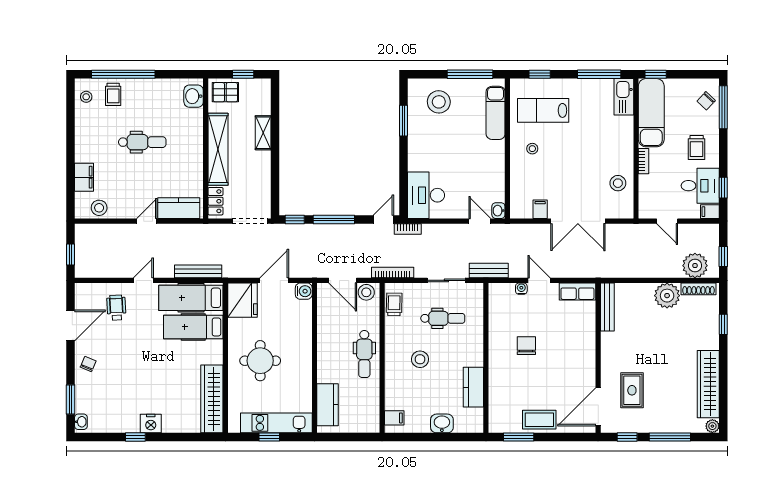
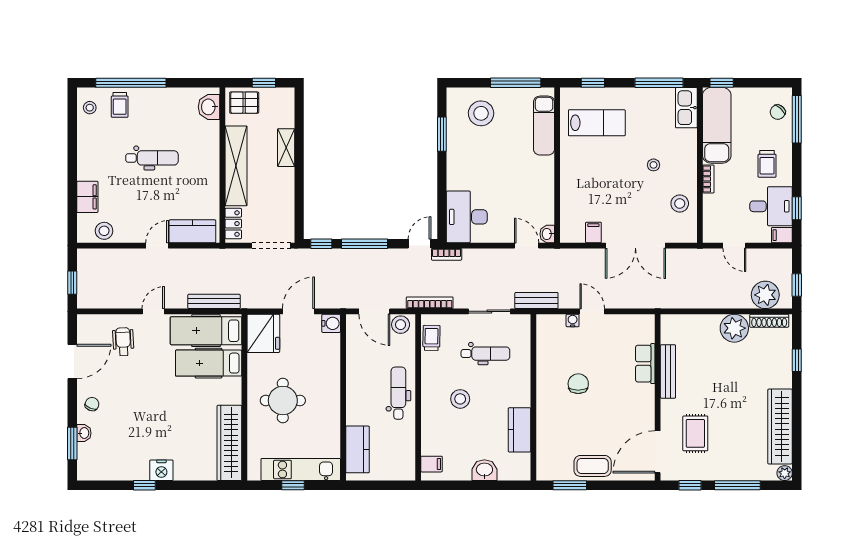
lab bench: (543, 110) -> (597, 123), turned 180
stool: (532, 149) -> (653, 165), moved
row of seats: (577, 292) -> (645, 364), moved, turned 90
bench: (607, 307) -> (668, 371), moved
dental chair: (364, 354) -> (398, 393), turned 180
washbasin: (81, 422) -> (84, 433), moved

